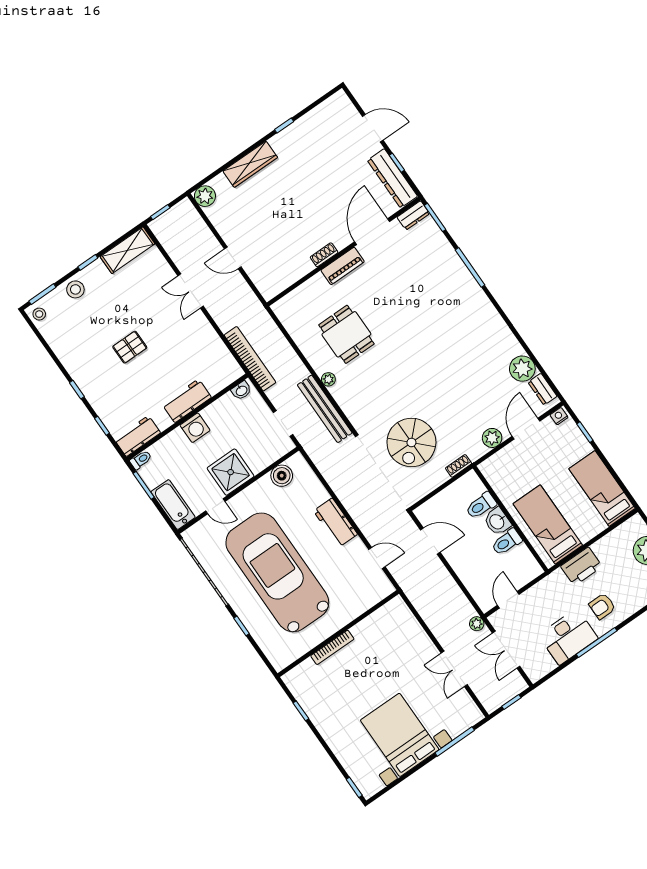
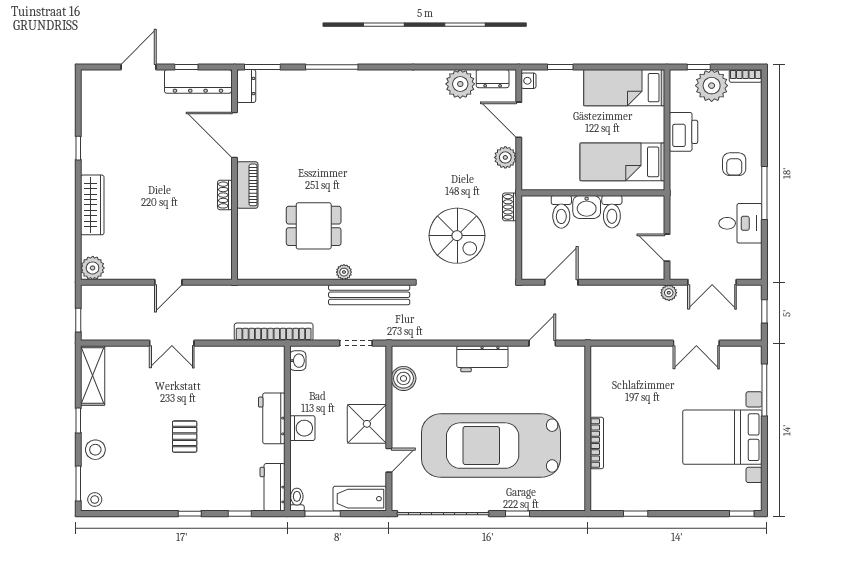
printer: (581, 566) -> (683, 132), moved
desk: (568, 637) -> (740, 223), width x0.73

